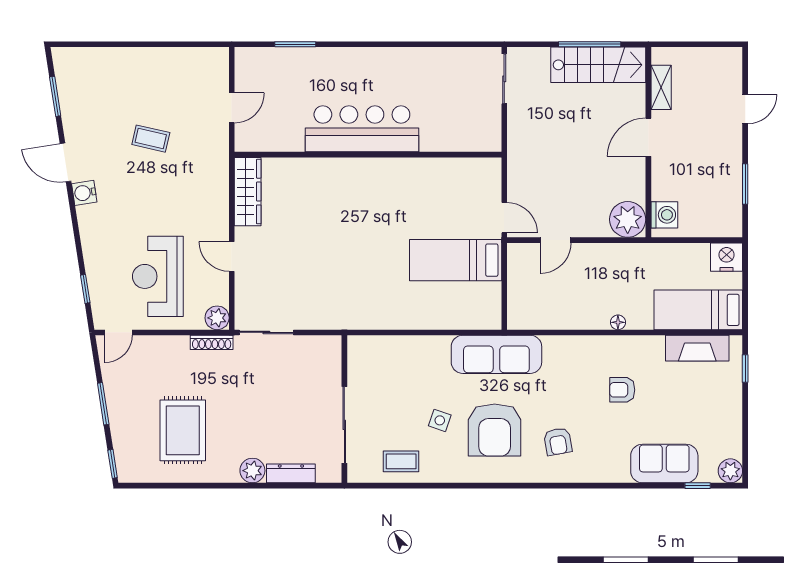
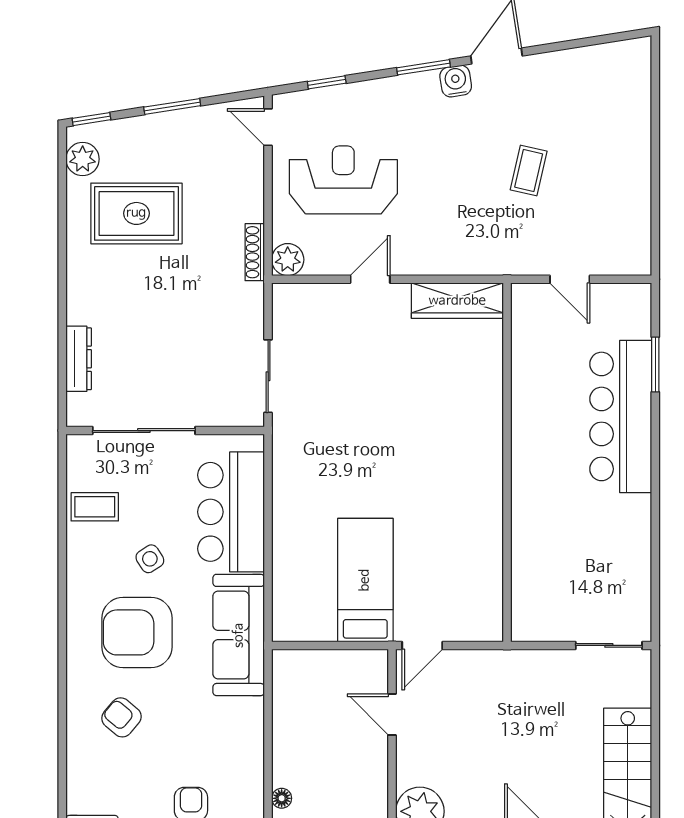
window: (590, 44) -> (655, 760), removed
window: (55, 96) -> (423, 67), moved
bar counter: (362, 129) -> (621, 416), moved, turned 180
sliding door: (266, 332) -> (268, 376), moved
bar counter: (405, 360) -> (231, 512), added
side table: (440, 420) -> (150, 559), turned 38
armchair: (558, 442) -> (121, 717), turned 50
coffee table: (401, 461) -> (95, 507), turned 90
plant: (252, 471) -> (83, 159), moved

